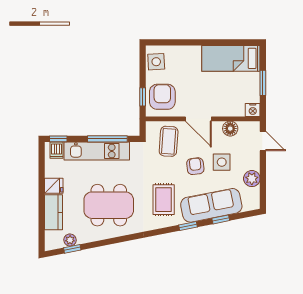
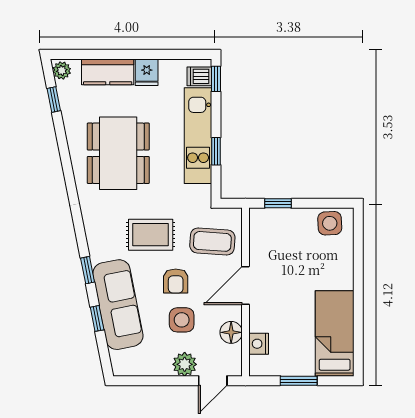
armchair: (162, 97) -> (278, 232), removed
nightstand: (253, 110) -> (259, 344), moved
window: (107, 139) -> (216, 151), width x0.46
armchair: (195, 166) -> (176, 281), turned 96
plant: (252, 179) -> (185, 364), moved
rug: (164, 200) -> (151, 235), moved
plant: (70, 240) -> (62, 70), moved

